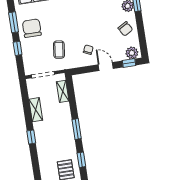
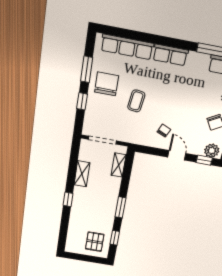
coffee table: (59, 50) -> (136, 101), moved

